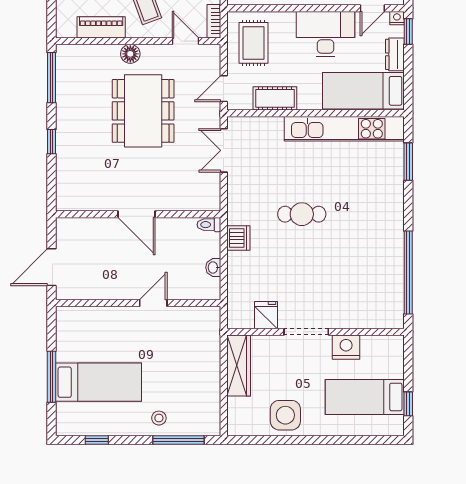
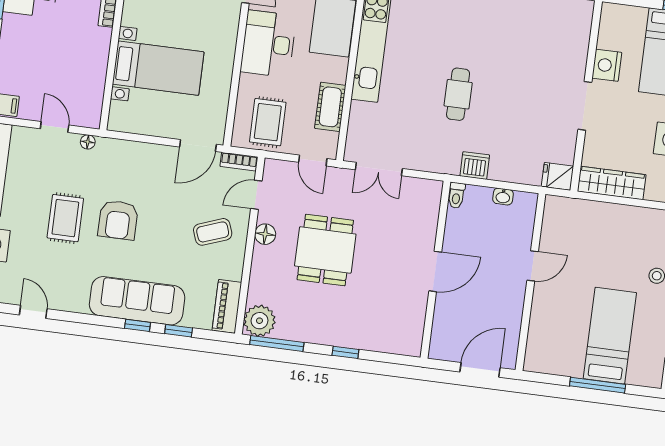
piano: (101, 27) -> (227, 306), moved
rug: (254, 43) -> (268, 122), turned 90
floor lamp: (130, 54) -> (265, 234), moved
plant: (70, 59) -> (259, 321), added
dining table: (143, 111) -> (325, 250), width x0.73
door: (52, 267) -> (480, 370), swing flipped
door: (153, 303) -> (533, 266), swing flipped
fridge: (266, 315) -> (557, 176), moved

